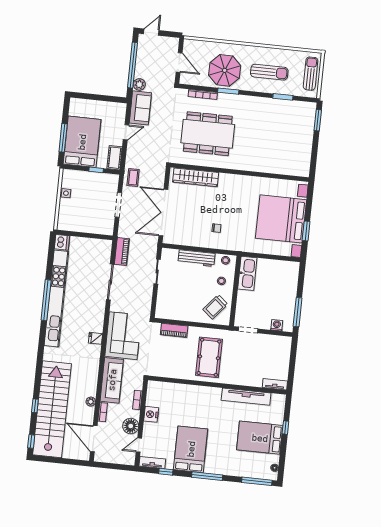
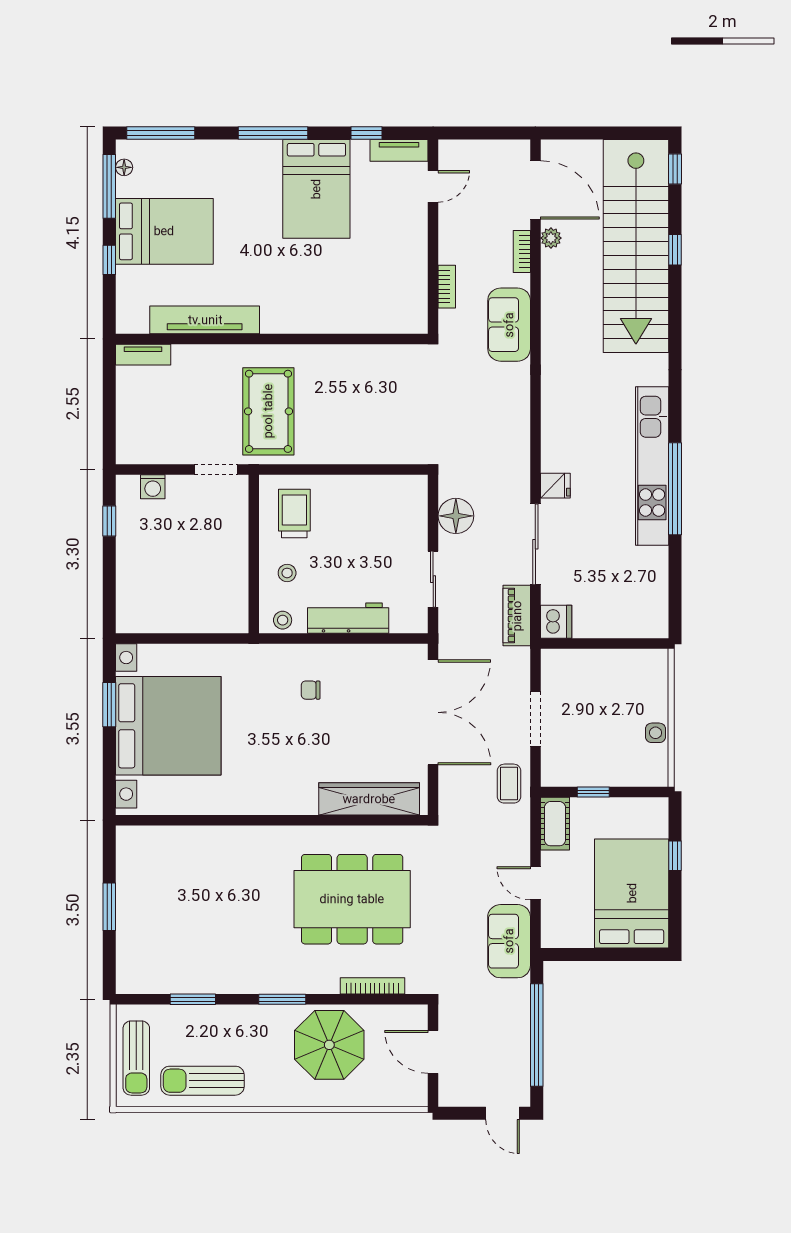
door: (151, 32) -> (503, 1113), hinge flipped
sun lounger: (269, 72) -> (202, 1081), moved
plant: (139, 84) -> (517, 993), removed
window: (228, 91) -> (282, 999), moved
window: (318, 120) -> (109, 907), moved
door: (126, 132) -> (535, 883), hinge flipped
window: (63, 138) -> (675, 856), width x0.46
bed: (82, 142) -> (632, 893), moved, turned 180
dishwasher: (62, 242) -> (556, 622), moved, turned 180
kitchen sink: (247, 273) -> (231, 596), removed
kitchen unit: (56, 299) -> (652, 466), width x0.73
trolley: (215, 307) -> (294, 513), turned -40
window: (298, 312) -> (109, 521), width x0.46
piano: (174, 330) -> (381, 451), removed
corner sofa: (123, 336) -> (494, 427), removed
fridge: (95, 338) -> (555, 486), moved
pool table: (209, 357) -> (268, 411), moved
sofa: (112, 380) -> (509, 325), width x0.73
plant: (91, 402) -> (551, 238), moved
nightstand: (151, 414) -> (413, 258), removed
floor lamp: (131, 426) -> (456, 516), moved
window: (282, 460) -> (109, 186), added

